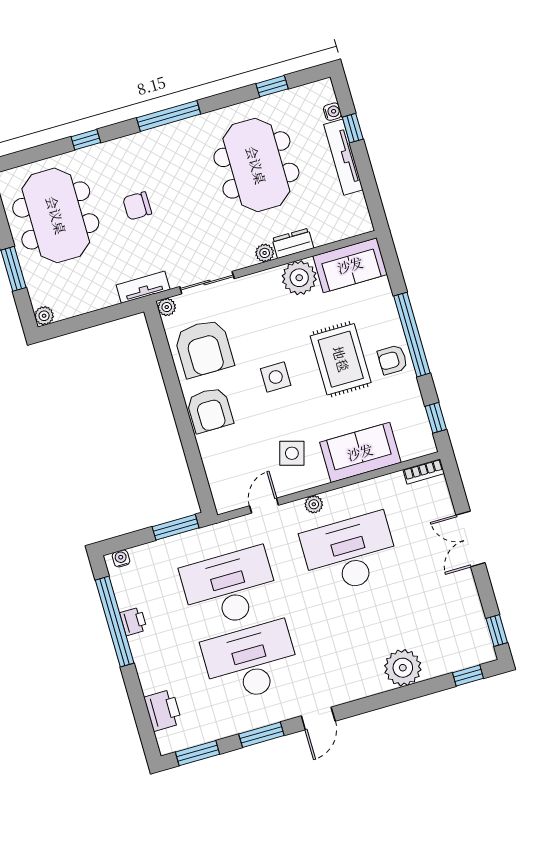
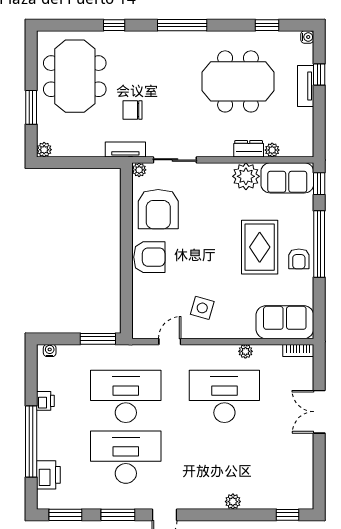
water cooler: (332, 112) -> (307, 37), moved
tv unit: (343, 157) -> (306, 86), width x0.71
meeting table: (256, 165) -> (238, 81), turned 90
chair: (137, 206) -> (133, 110), moved
plant: (265, 253) -> (272, 150), moved
armchair: (392, 360) -> (299, 259), turned -90
side table: (276, 377) -> (207, 247), removed
armchair: (210, 410) -> (149, 257), turned -90
window: (436, 418) -> (319, 184), moved
sofa: (360, 452) -> (285, 322), moved
plant: (314, 504) -> (245, 351), moved
window: (115, 622) -> (31, 441), moved
window: (497, 631) -> (319, 487), removed
plant: (403, 668) -> (233, 502), width x0.53, depth x0.53

